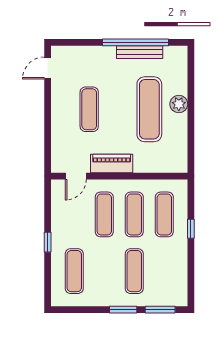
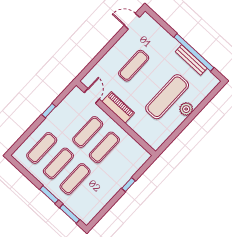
door: (76, 176) -> (92, 96), swing flipped
exercise mat: (164, 214) -> (58, 163), moved
window: (48, 242) -> (49, 111), moved

